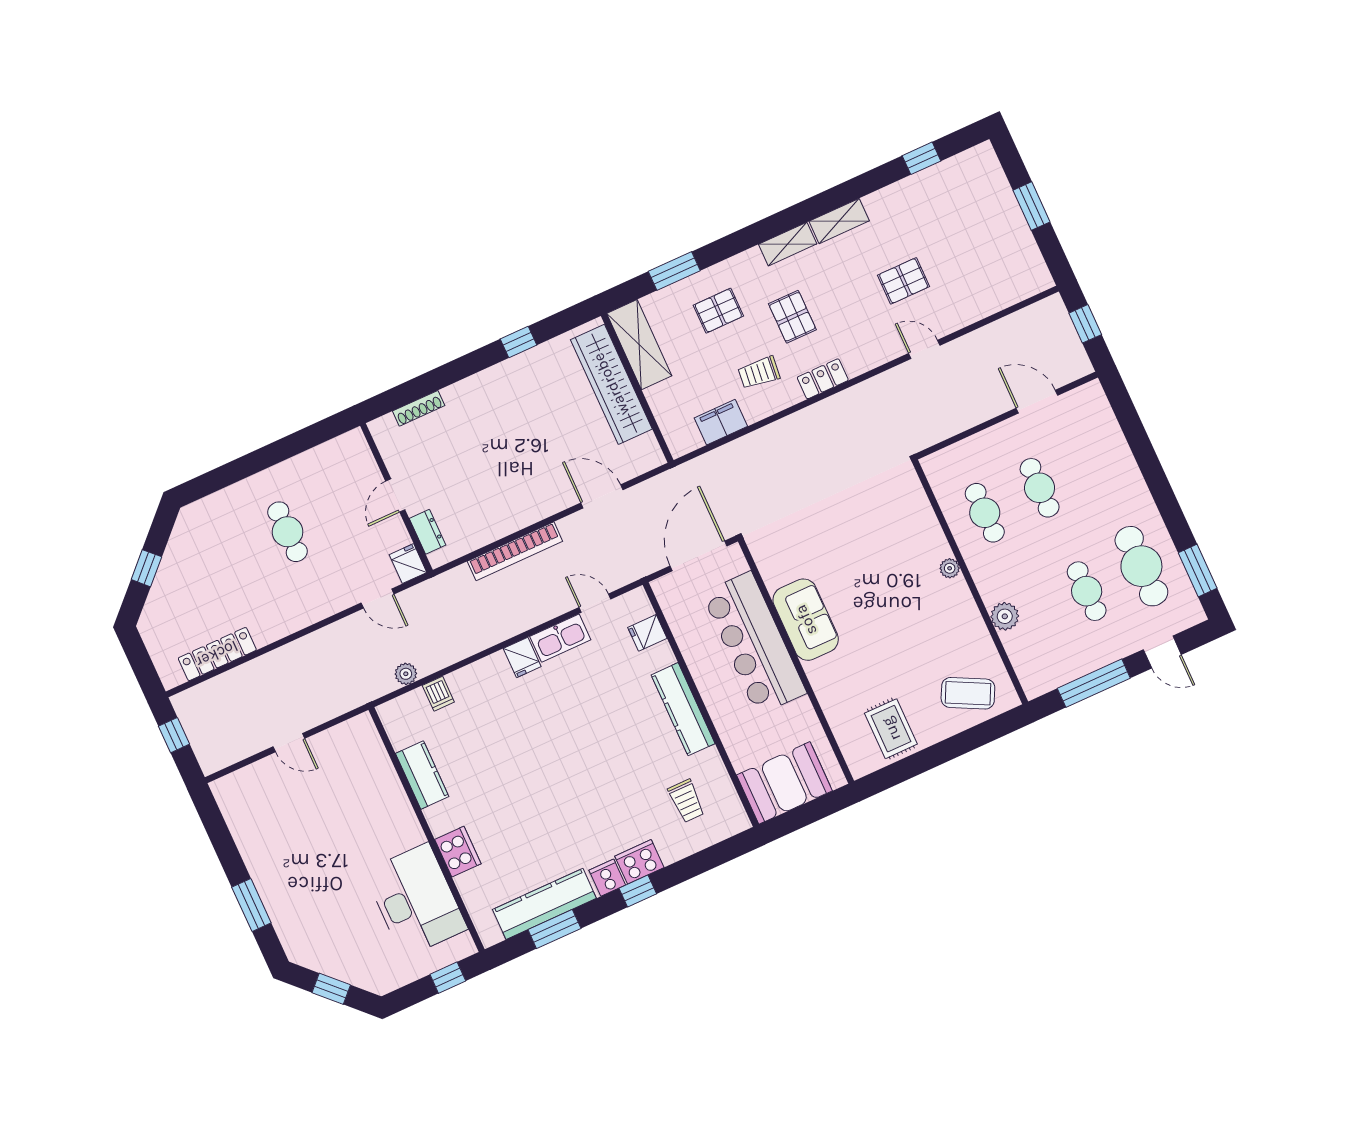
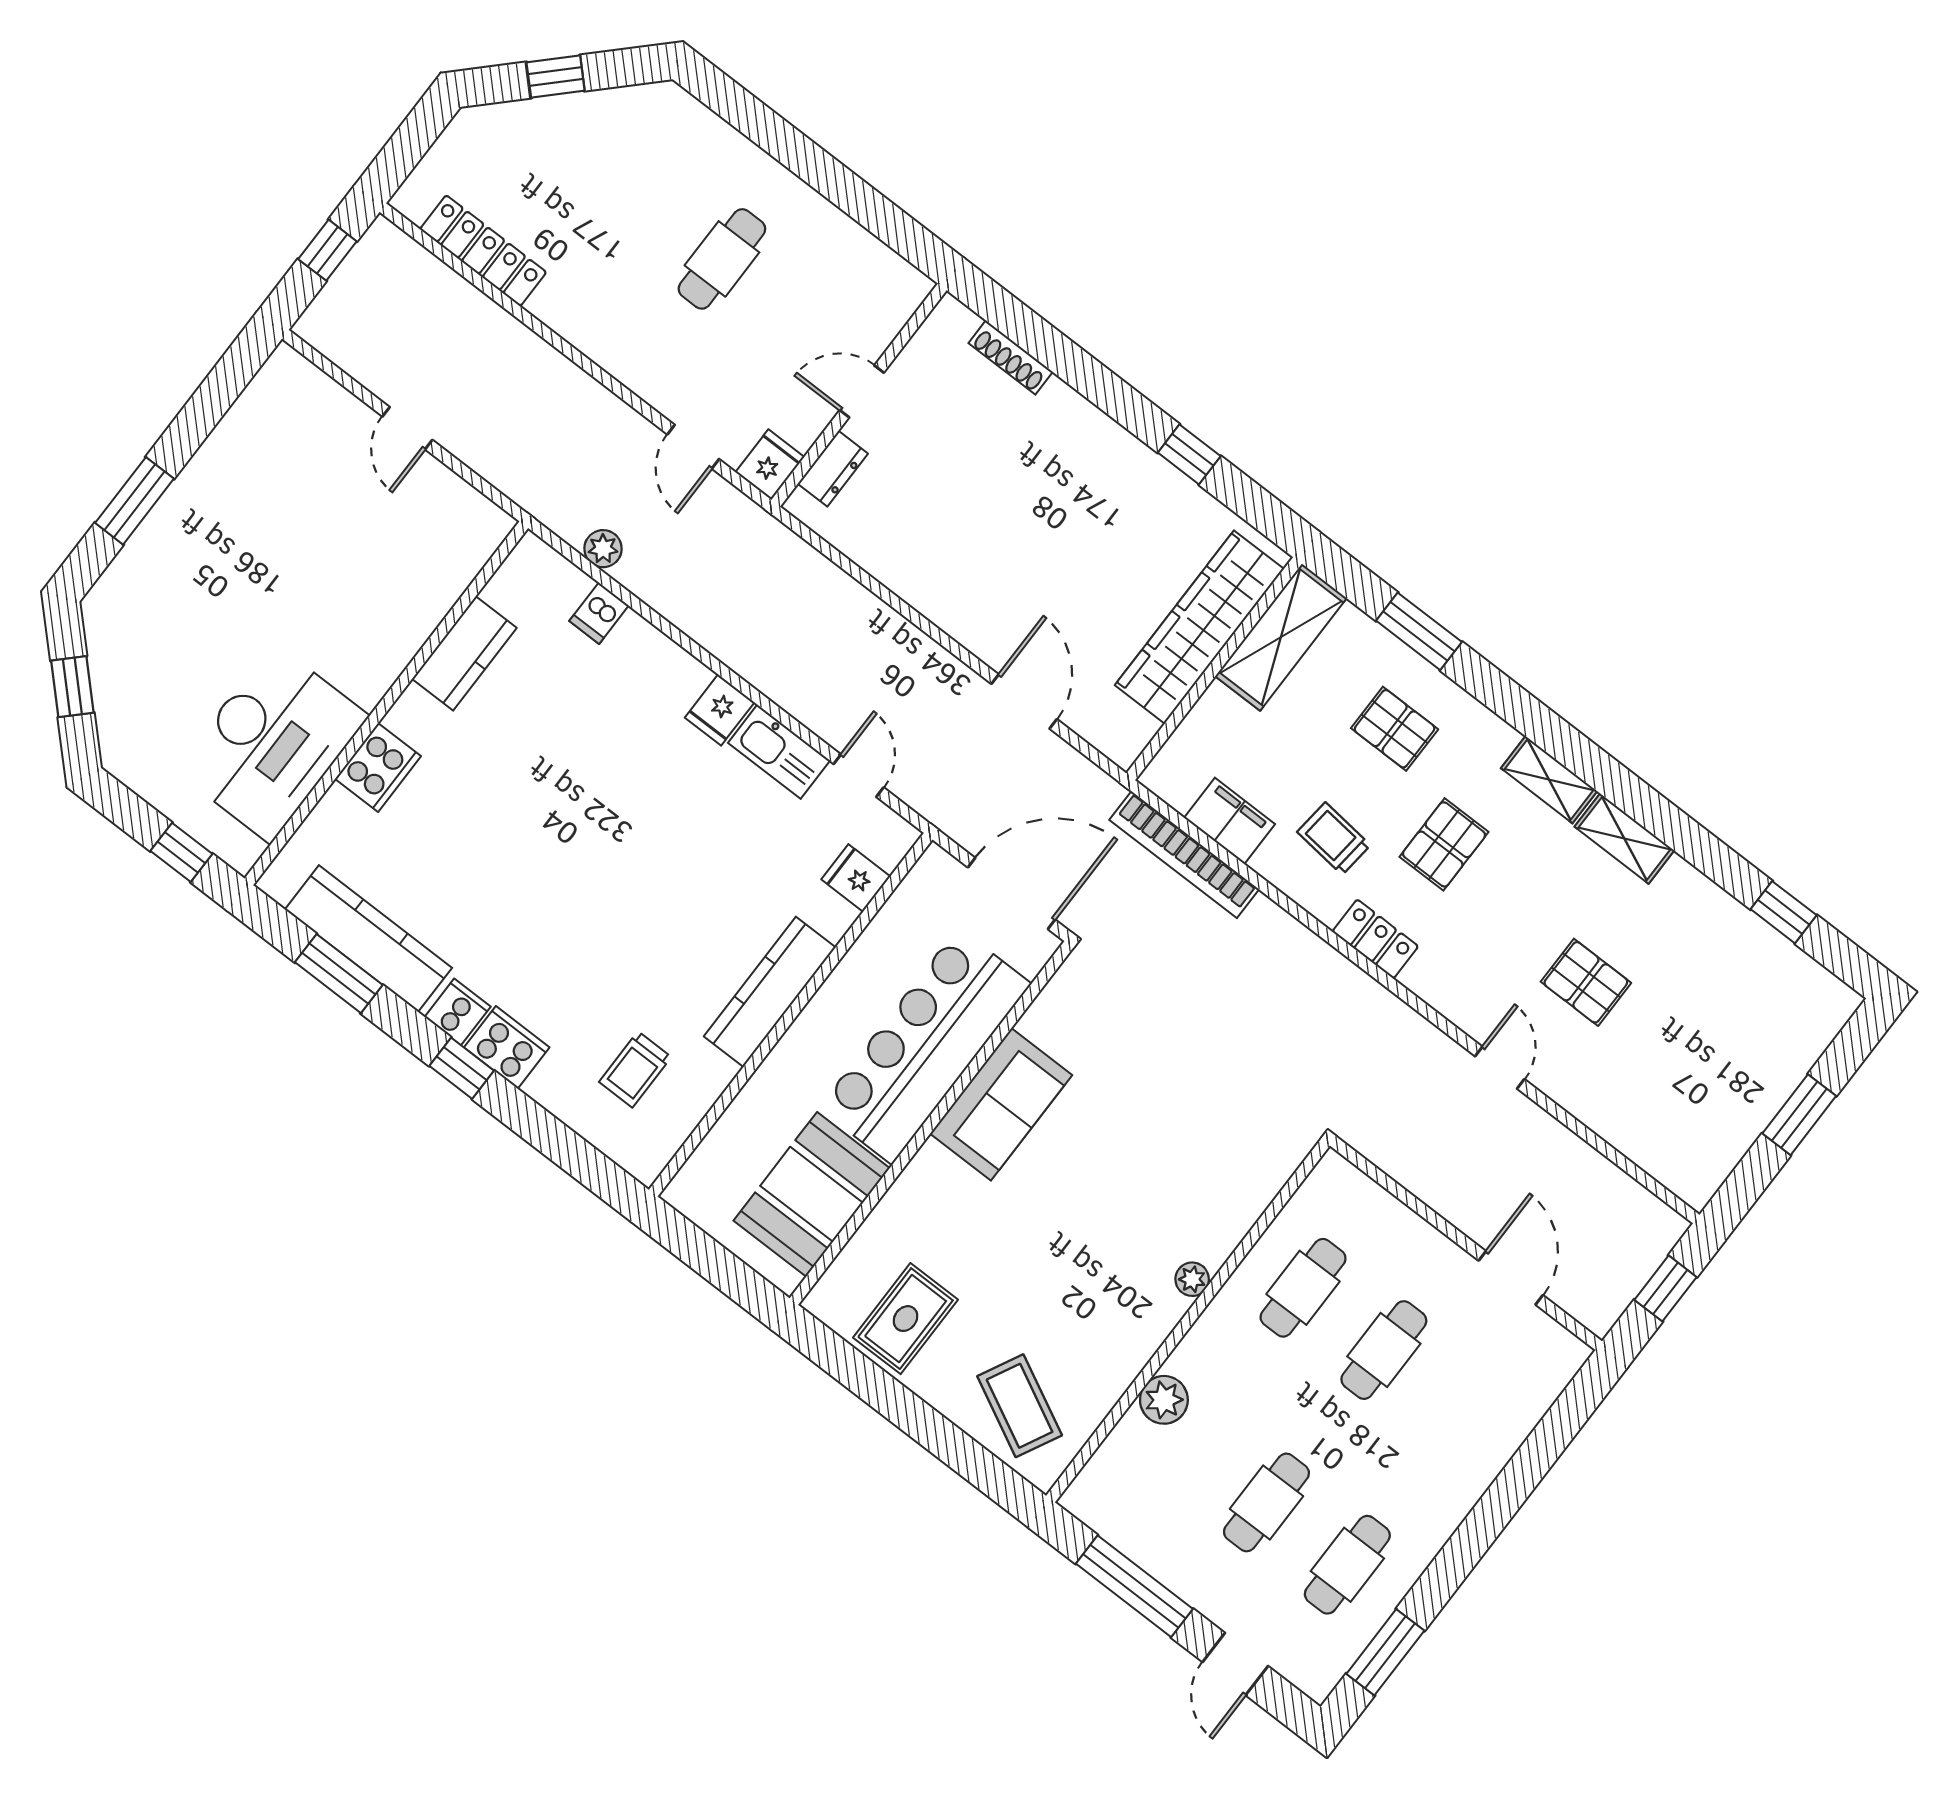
bookcase: (515, 551) -> (1184, 855), moved
cafe table: (1141, 566) -> (1347, 1565), width x0.73, depth x0.74
booth: (784, 783) -> (812, 1194), moved, turned 90

